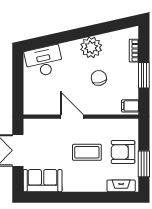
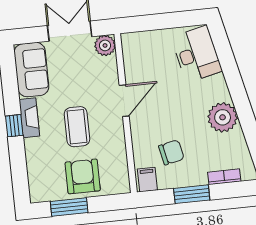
chair: (99, 78) -> (171, 152), moved
plant: (31, 126) -> (105, 45), added
fireplace: (121, 186) -> (29, 118), moved
window: (81, 197) -> (14, 126), added

